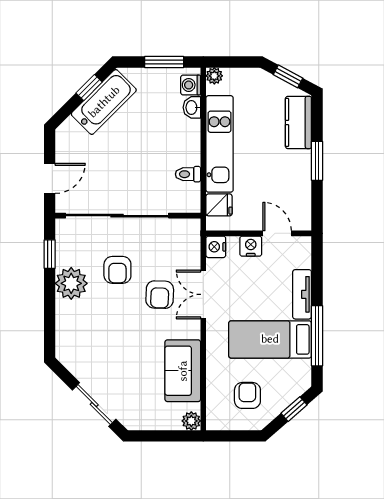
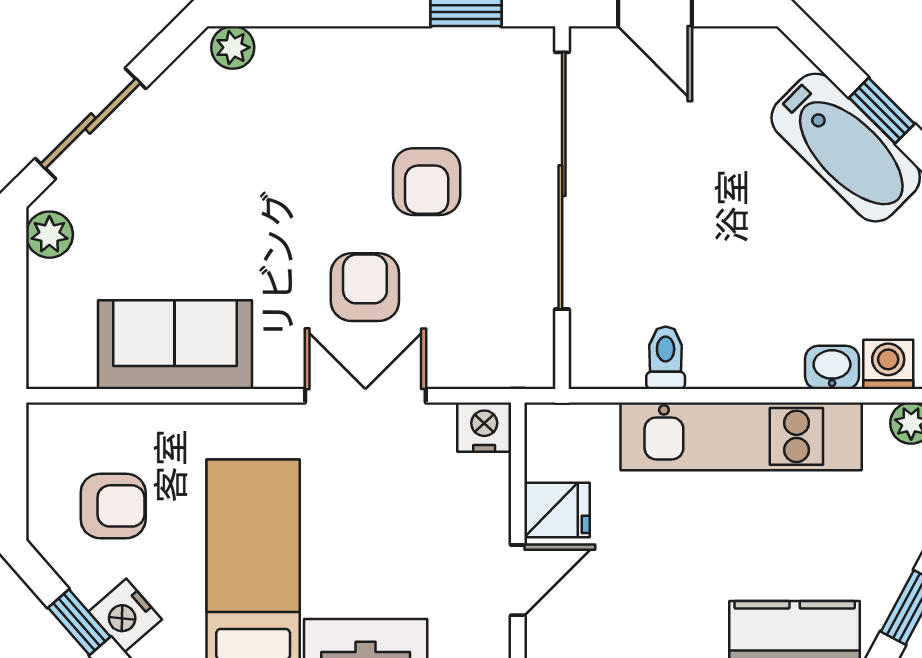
fridge: (219, 205) -> (557, 510), moved, turned -90
nightstand: (251, 246) -> (125, 616), moved, turned 139
armchair: (117, 270) -> (427, 182), turned -90
plant: (71, 283) -> (233, 47), moved, width x0.53, depth x0.53
armchair: (160, 295) -> (365, 287), turned 88
plant: (191, 421) -> (49, 235), moved

